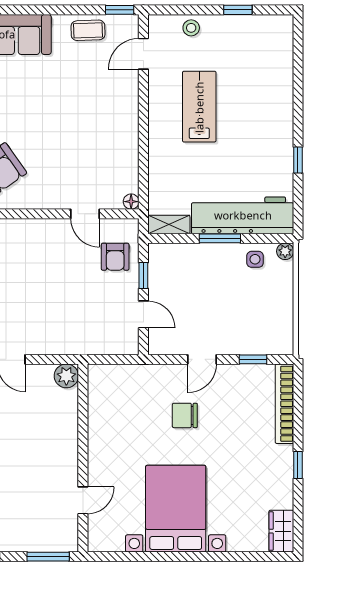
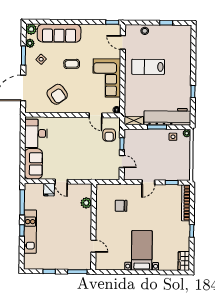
coffee table: (88, 30) -> (72, 64), moved
door: (143, 54) -> (123, 42), hinge flipped
lab bench: (199, 107) -> (148, 67), turned -90
corner sofa: (109, 132) -> (107, 78), added
plant: (66, 376) -> (86, 203), moved
chair: (185, 415) -> (121, 206), moved
door: (83, 500) -> (93, 246), hinge flipped
bed with nightstands: (176, 509) -> (142, 250), width x0.73

